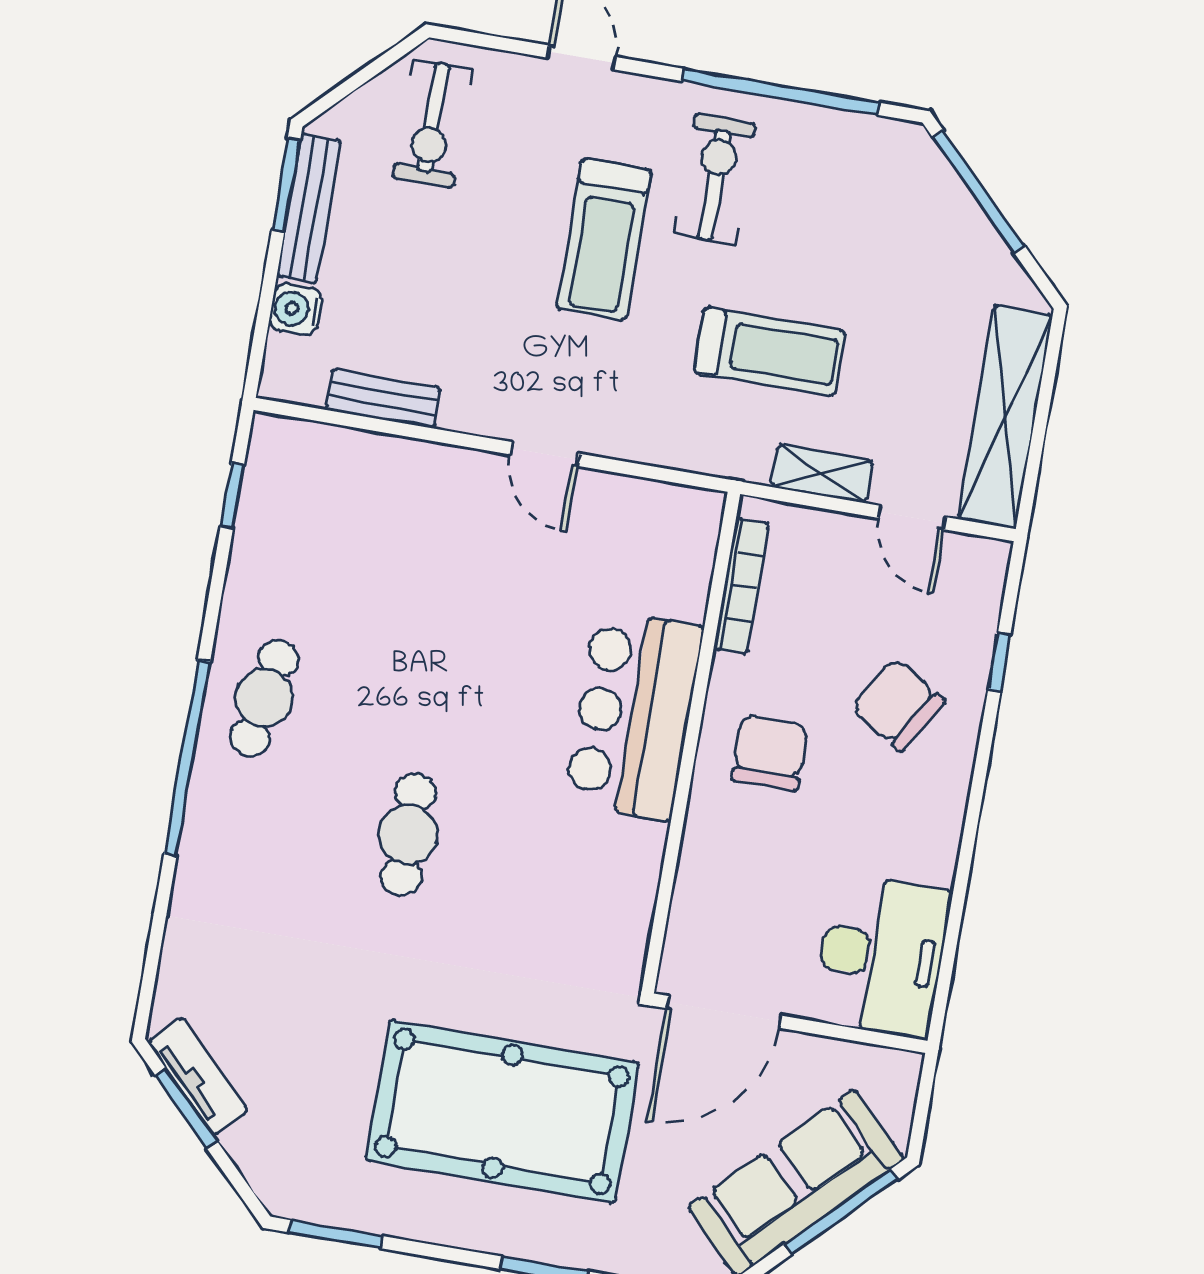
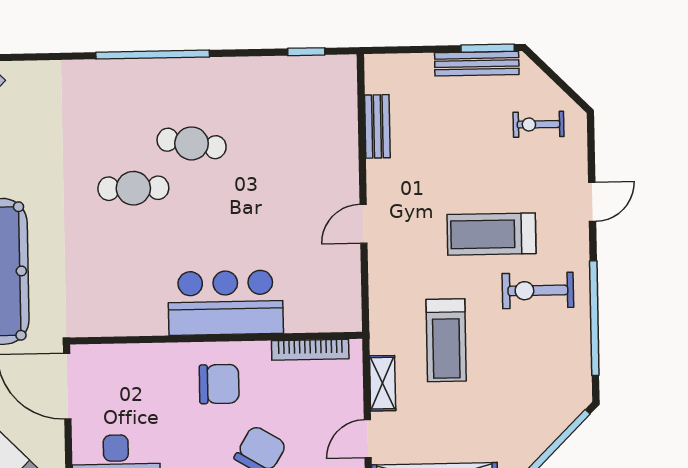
exercise bike: (432, 124) -> (538, 124), width x0.73, depth x0.72
exercise bike: (715, 179) -> (538, 290), turned 180
water cooler: (296, 309) -> (418, 67), removed
cafe table: (264, 698) -> (192, 143), moved

